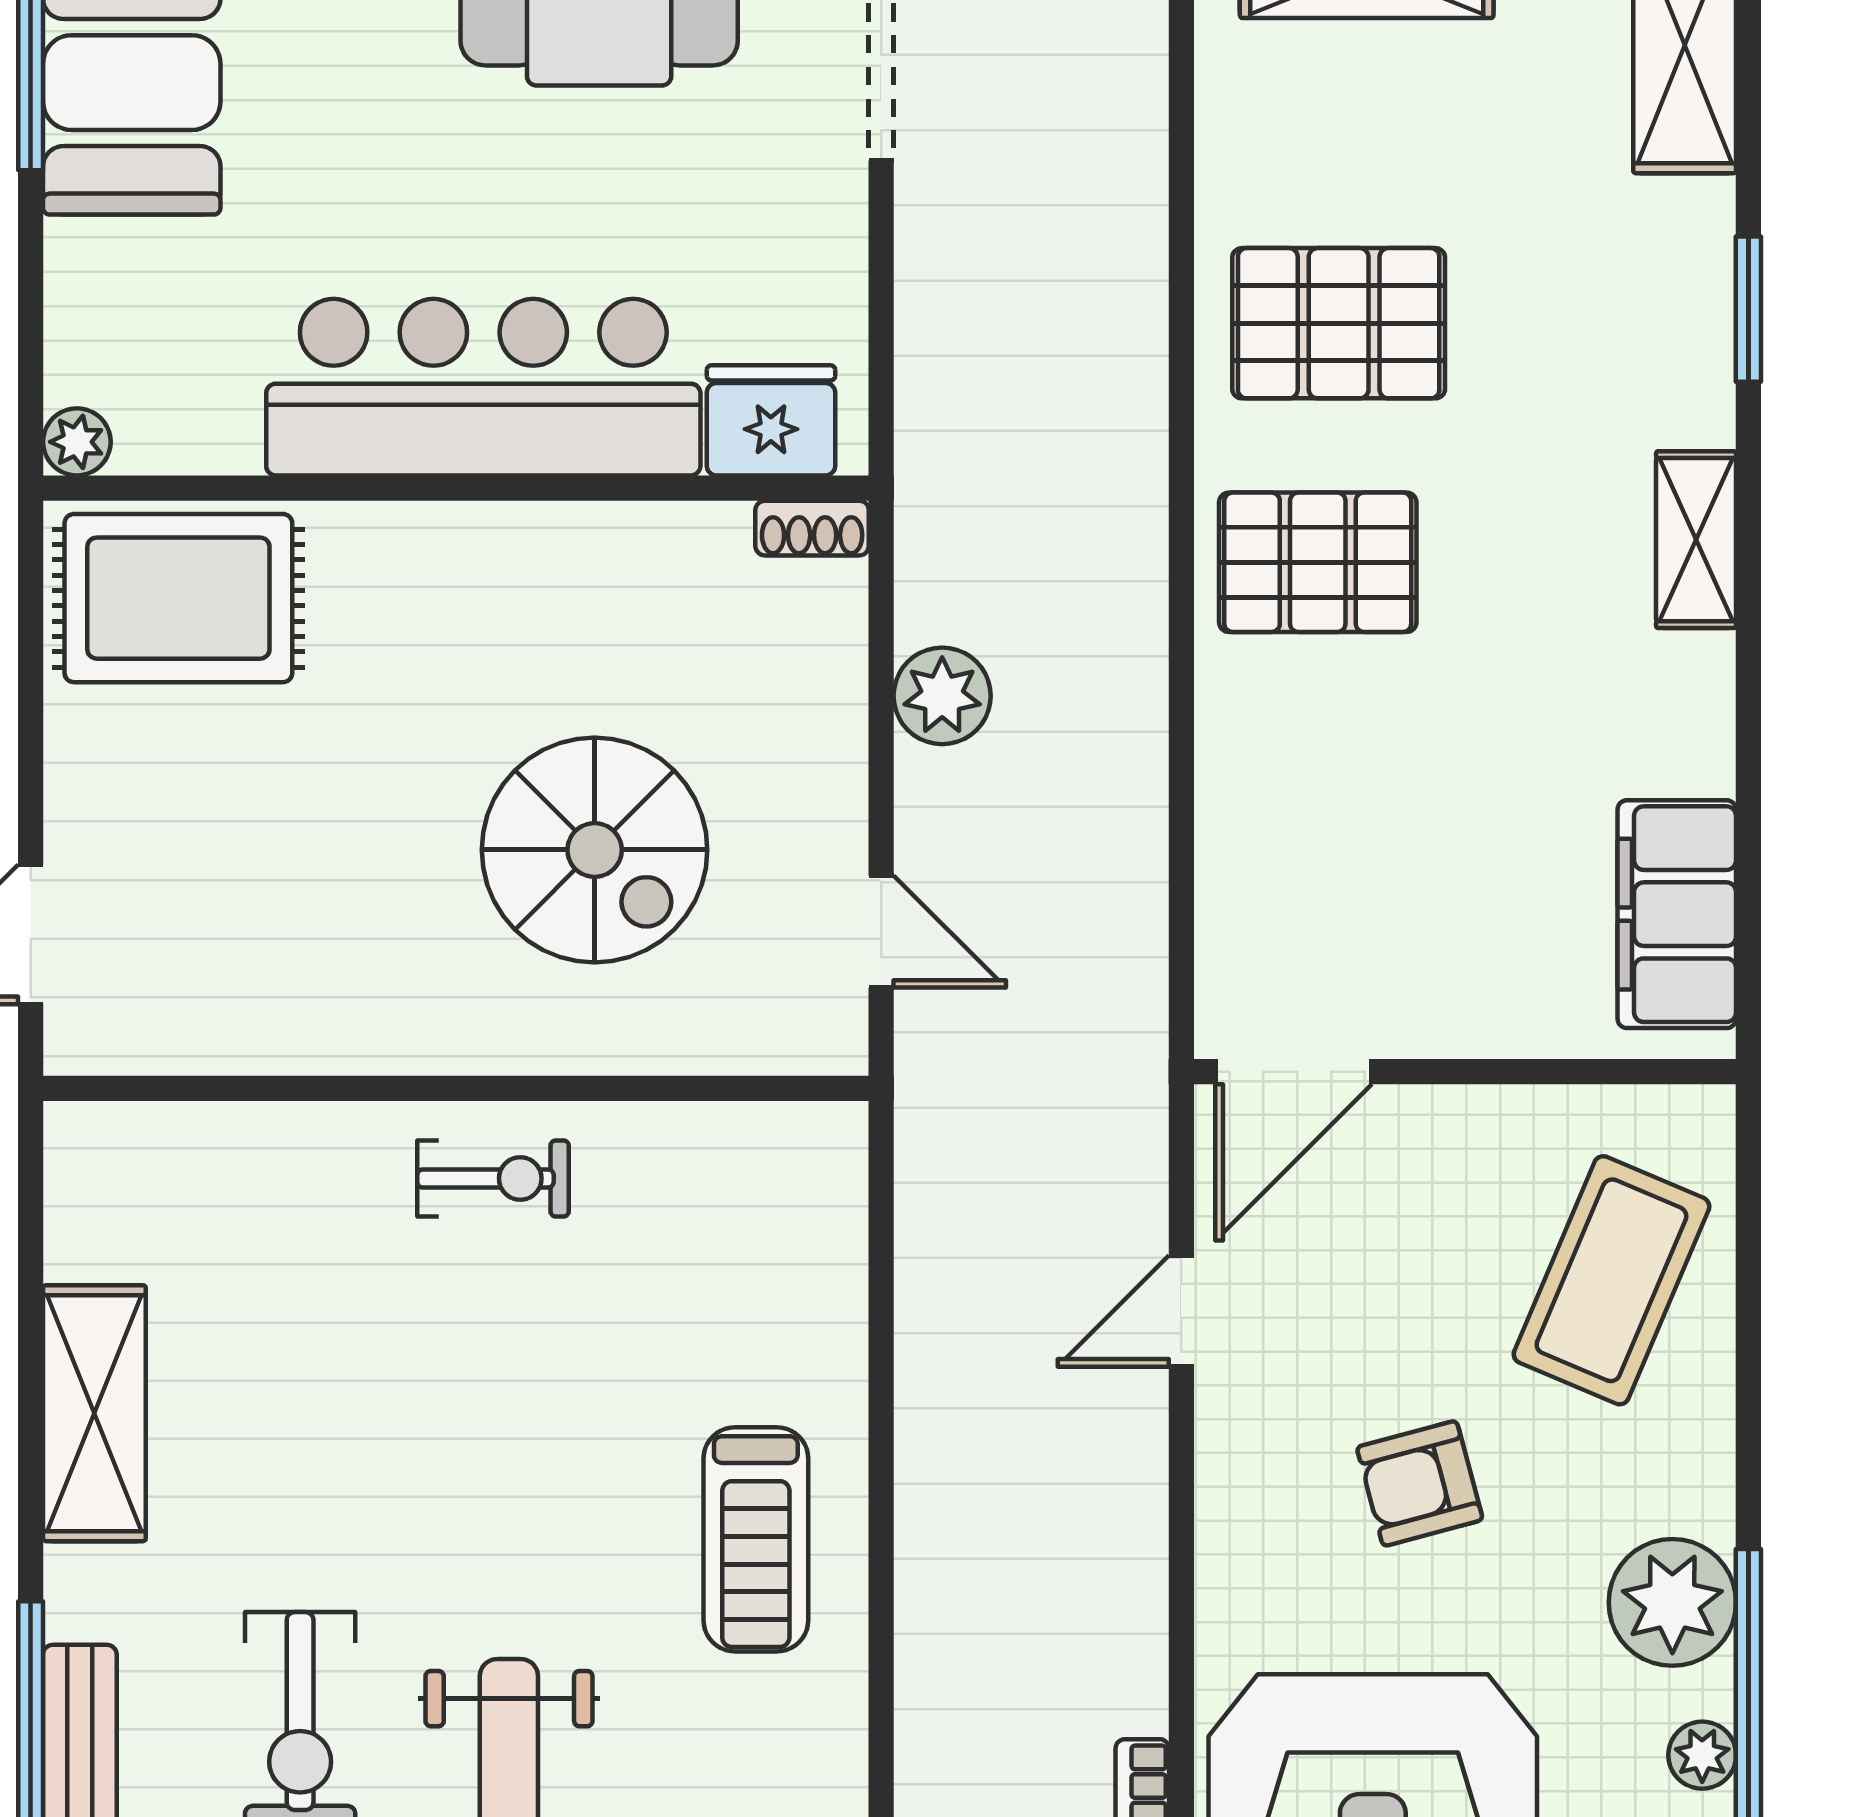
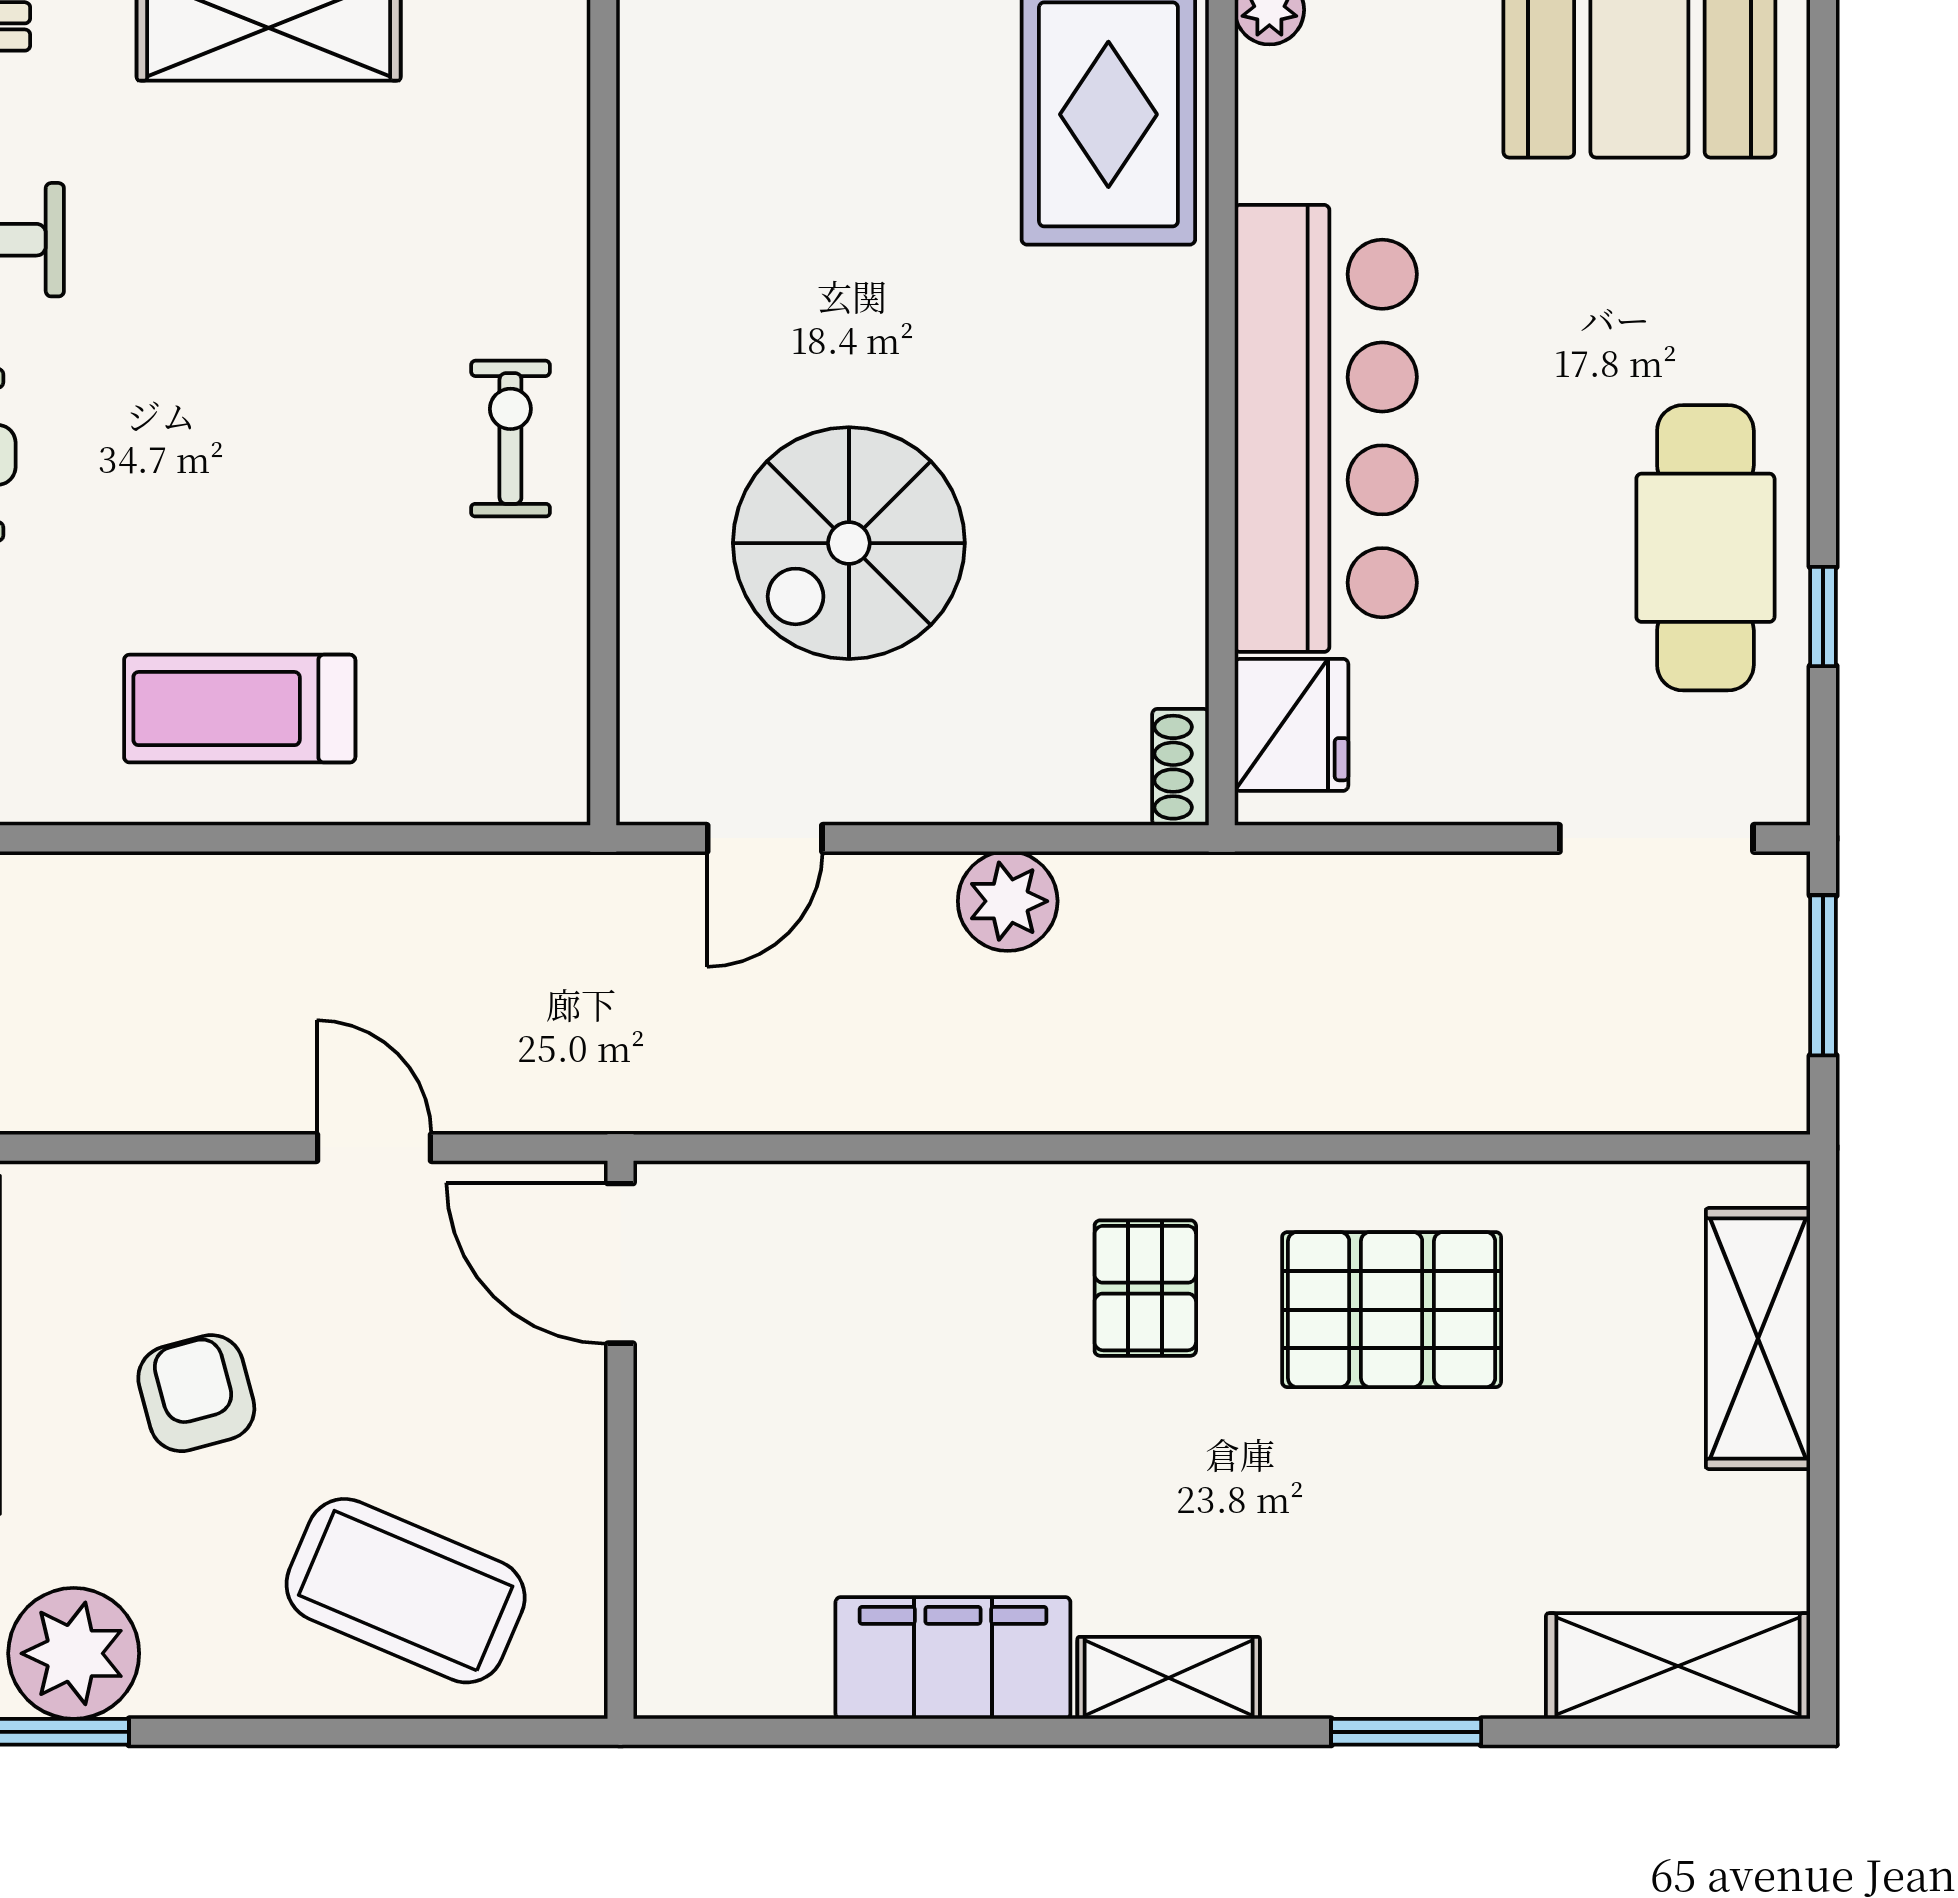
pallet: (1339, 323) -> (1392, 1310), turned 90
pallet: (1318, 562) -> (1145, 1288), width x0.67, depth x0.71
filing cabinet: (1677, 914) -> (953, 1658), moved
exercise bike: (493, 1178) -> (510, 438), turned 180
treadmill: (756, 1539) -> (240, 709), moved

